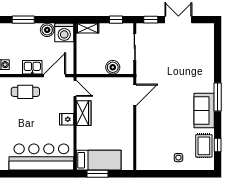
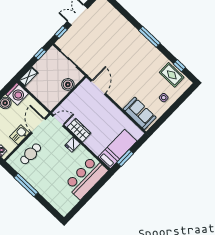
sofa: (204, 110) -> (140, 113), moved, turned 180
bar counter: (41, 157) -> (86, 178), width x0.73

